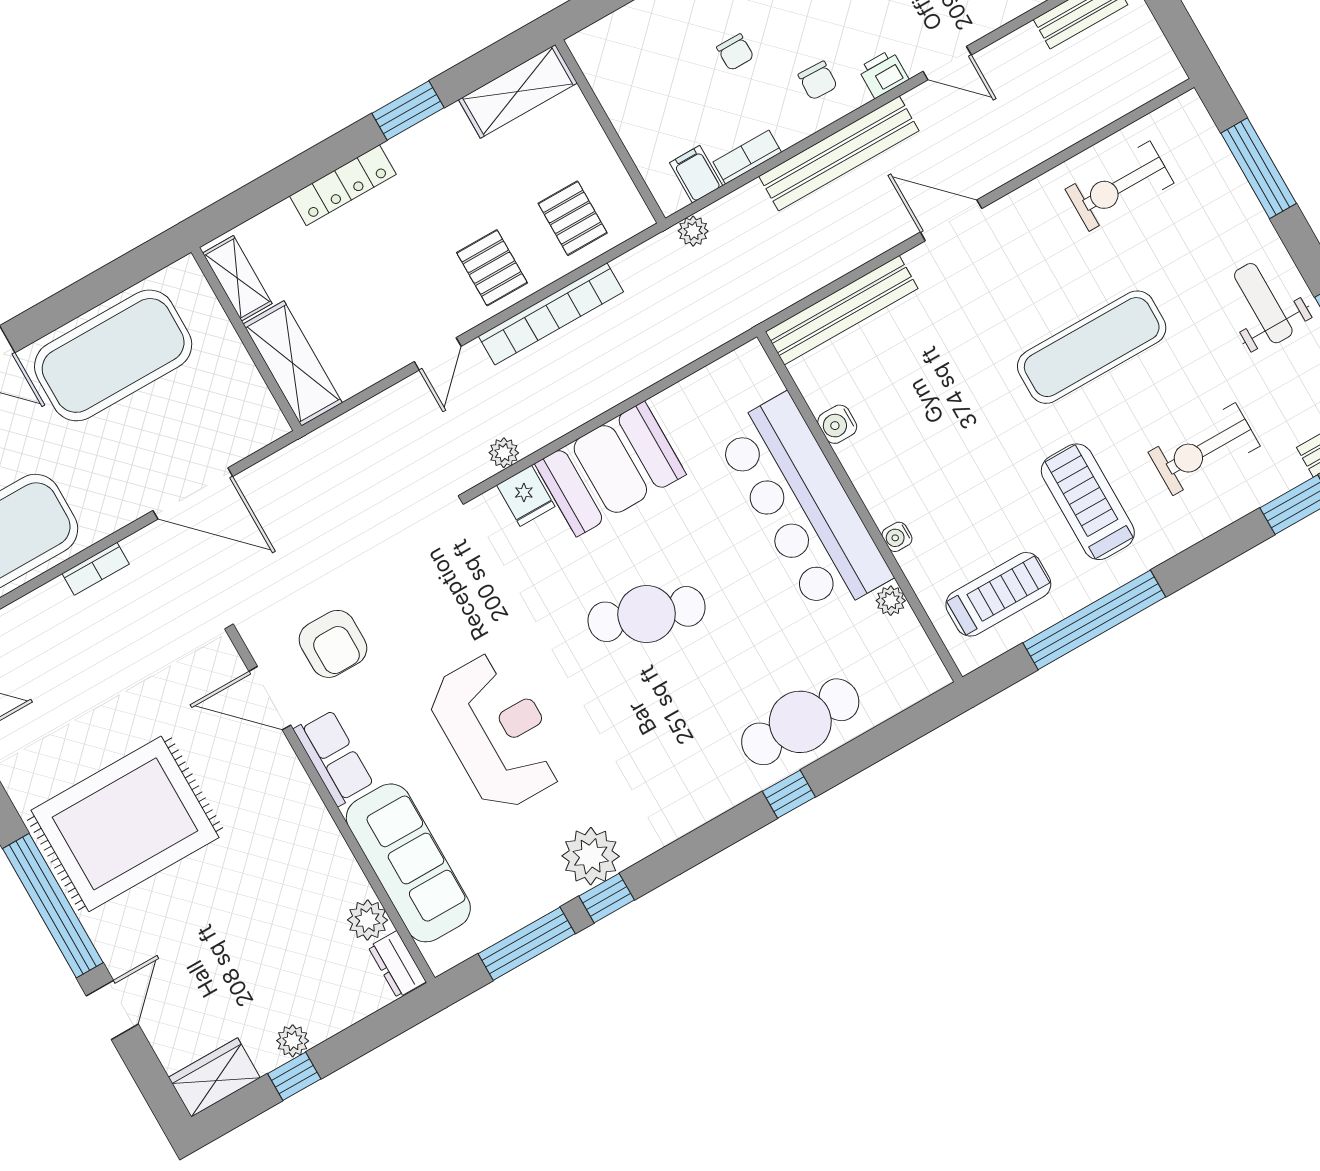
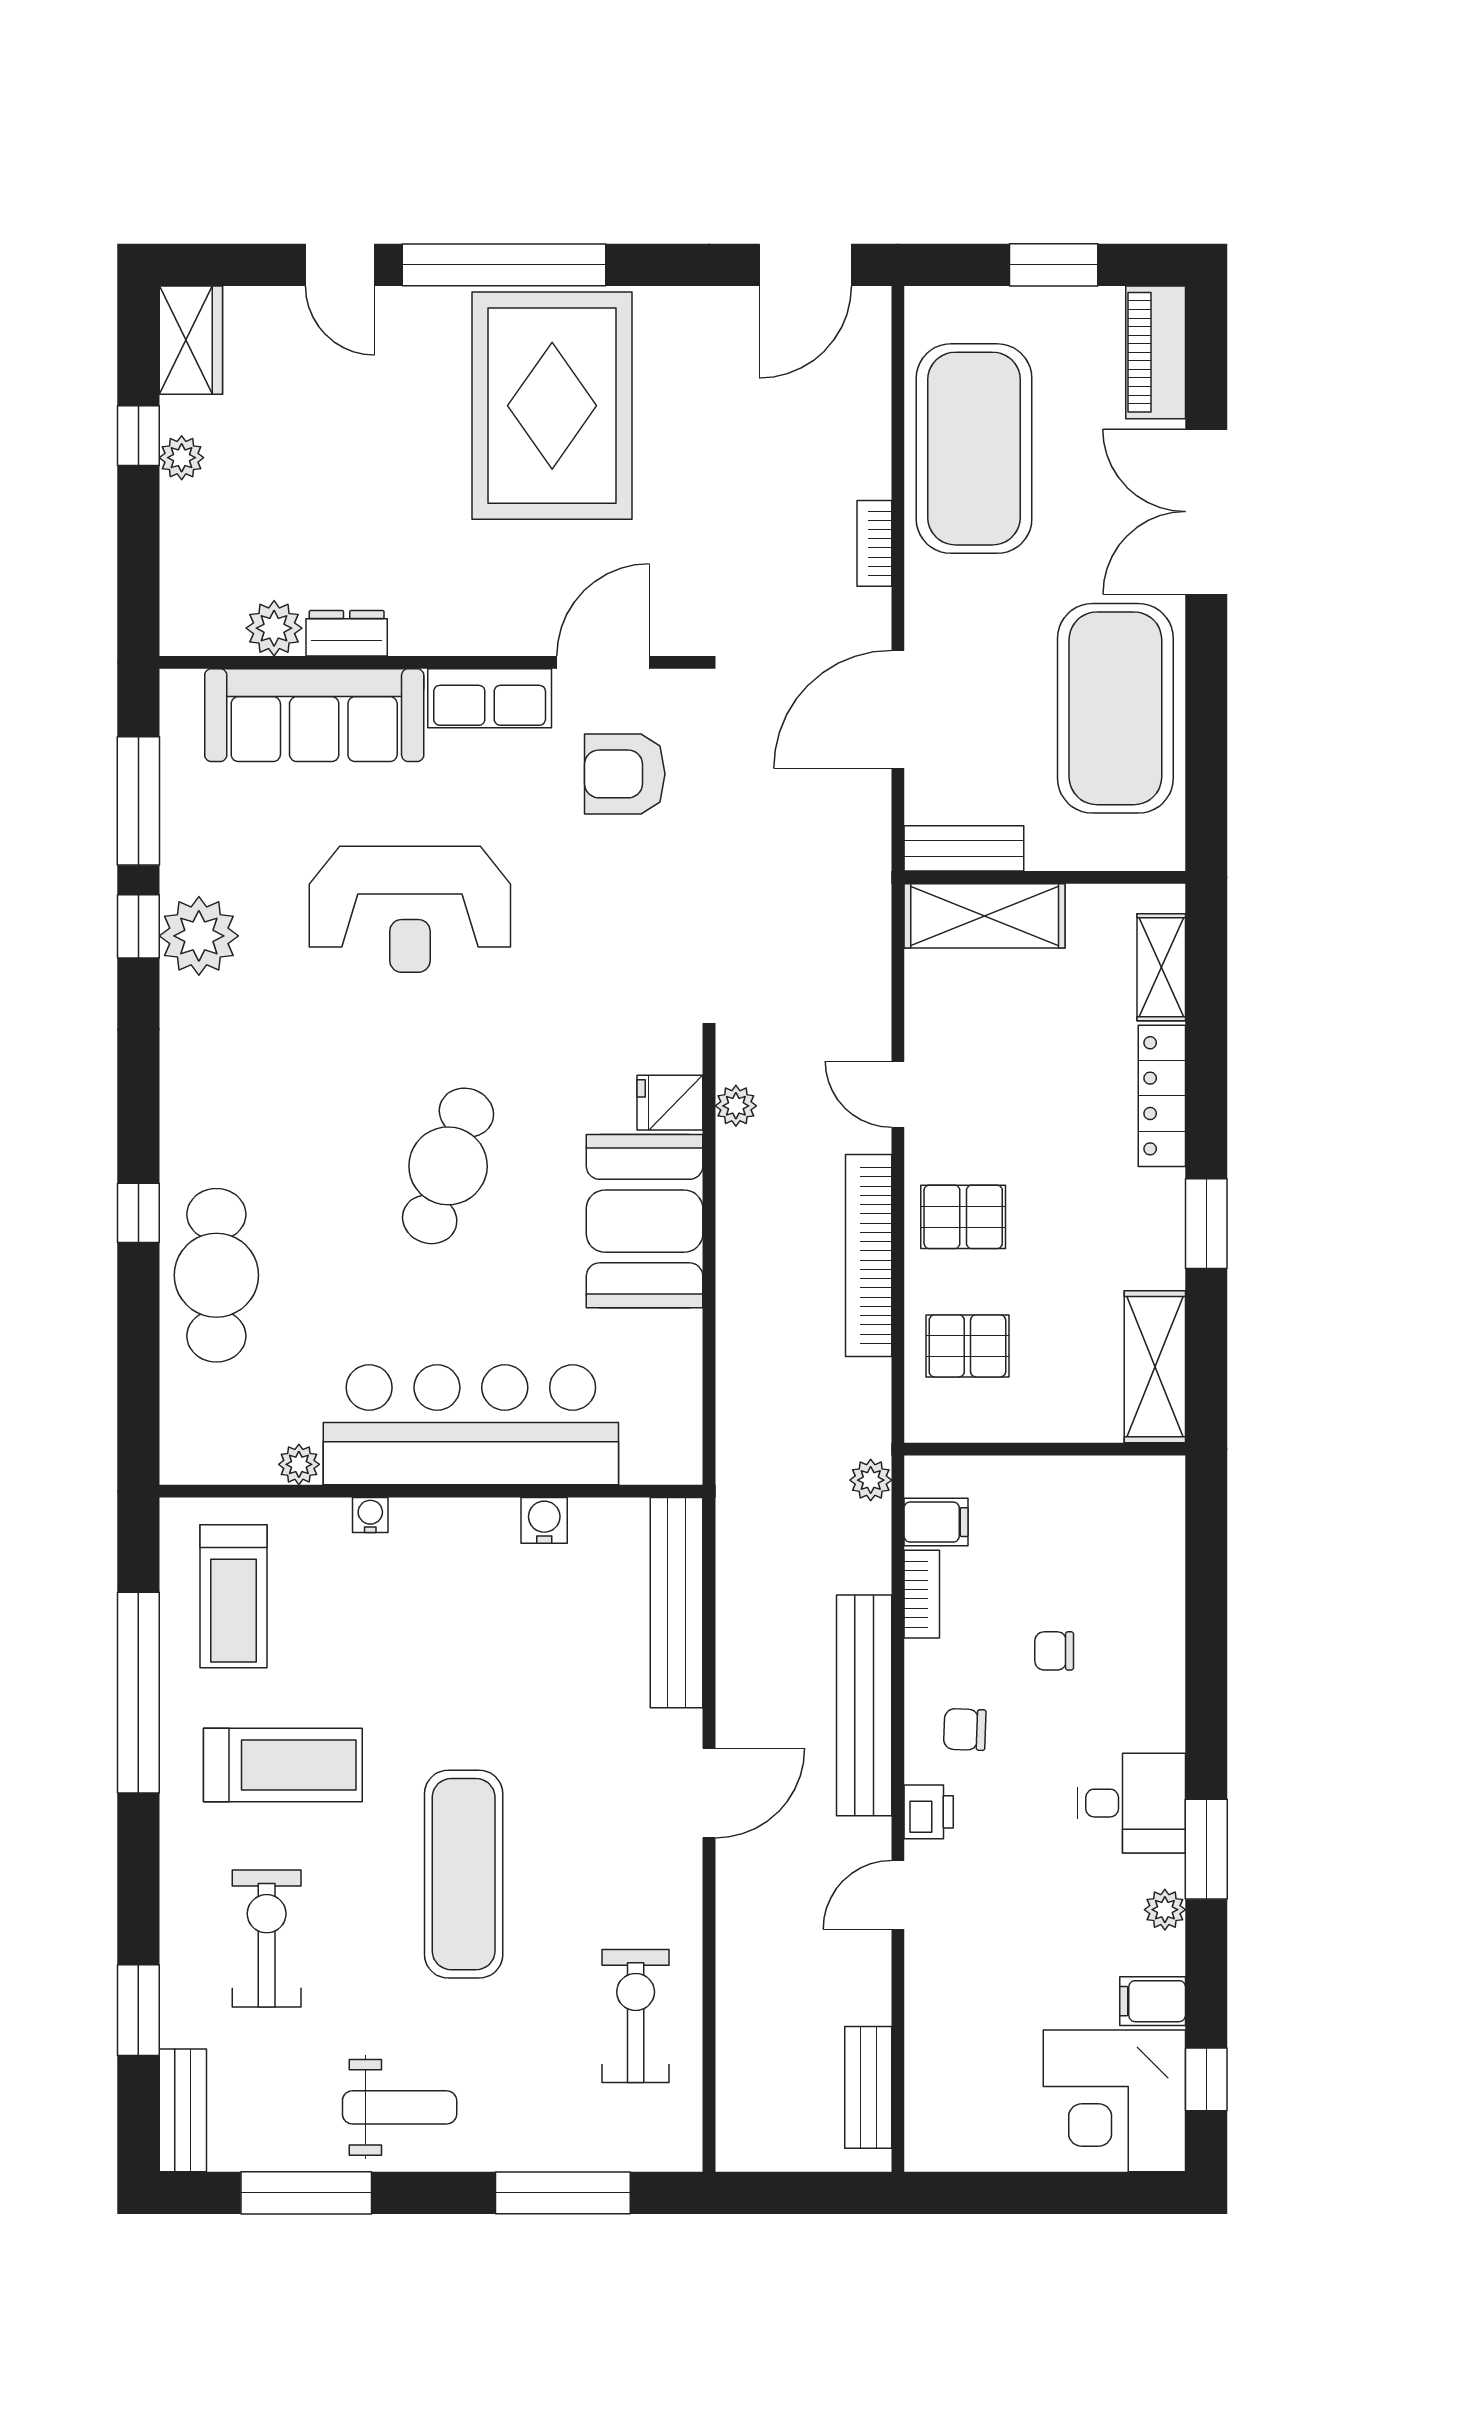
shelving: (237, 278) -> (1161, 967), moved, turned 90
bench: (257, 401) -> (964, 848), added
dresser: (397, 964) -> (347, 633), moved

